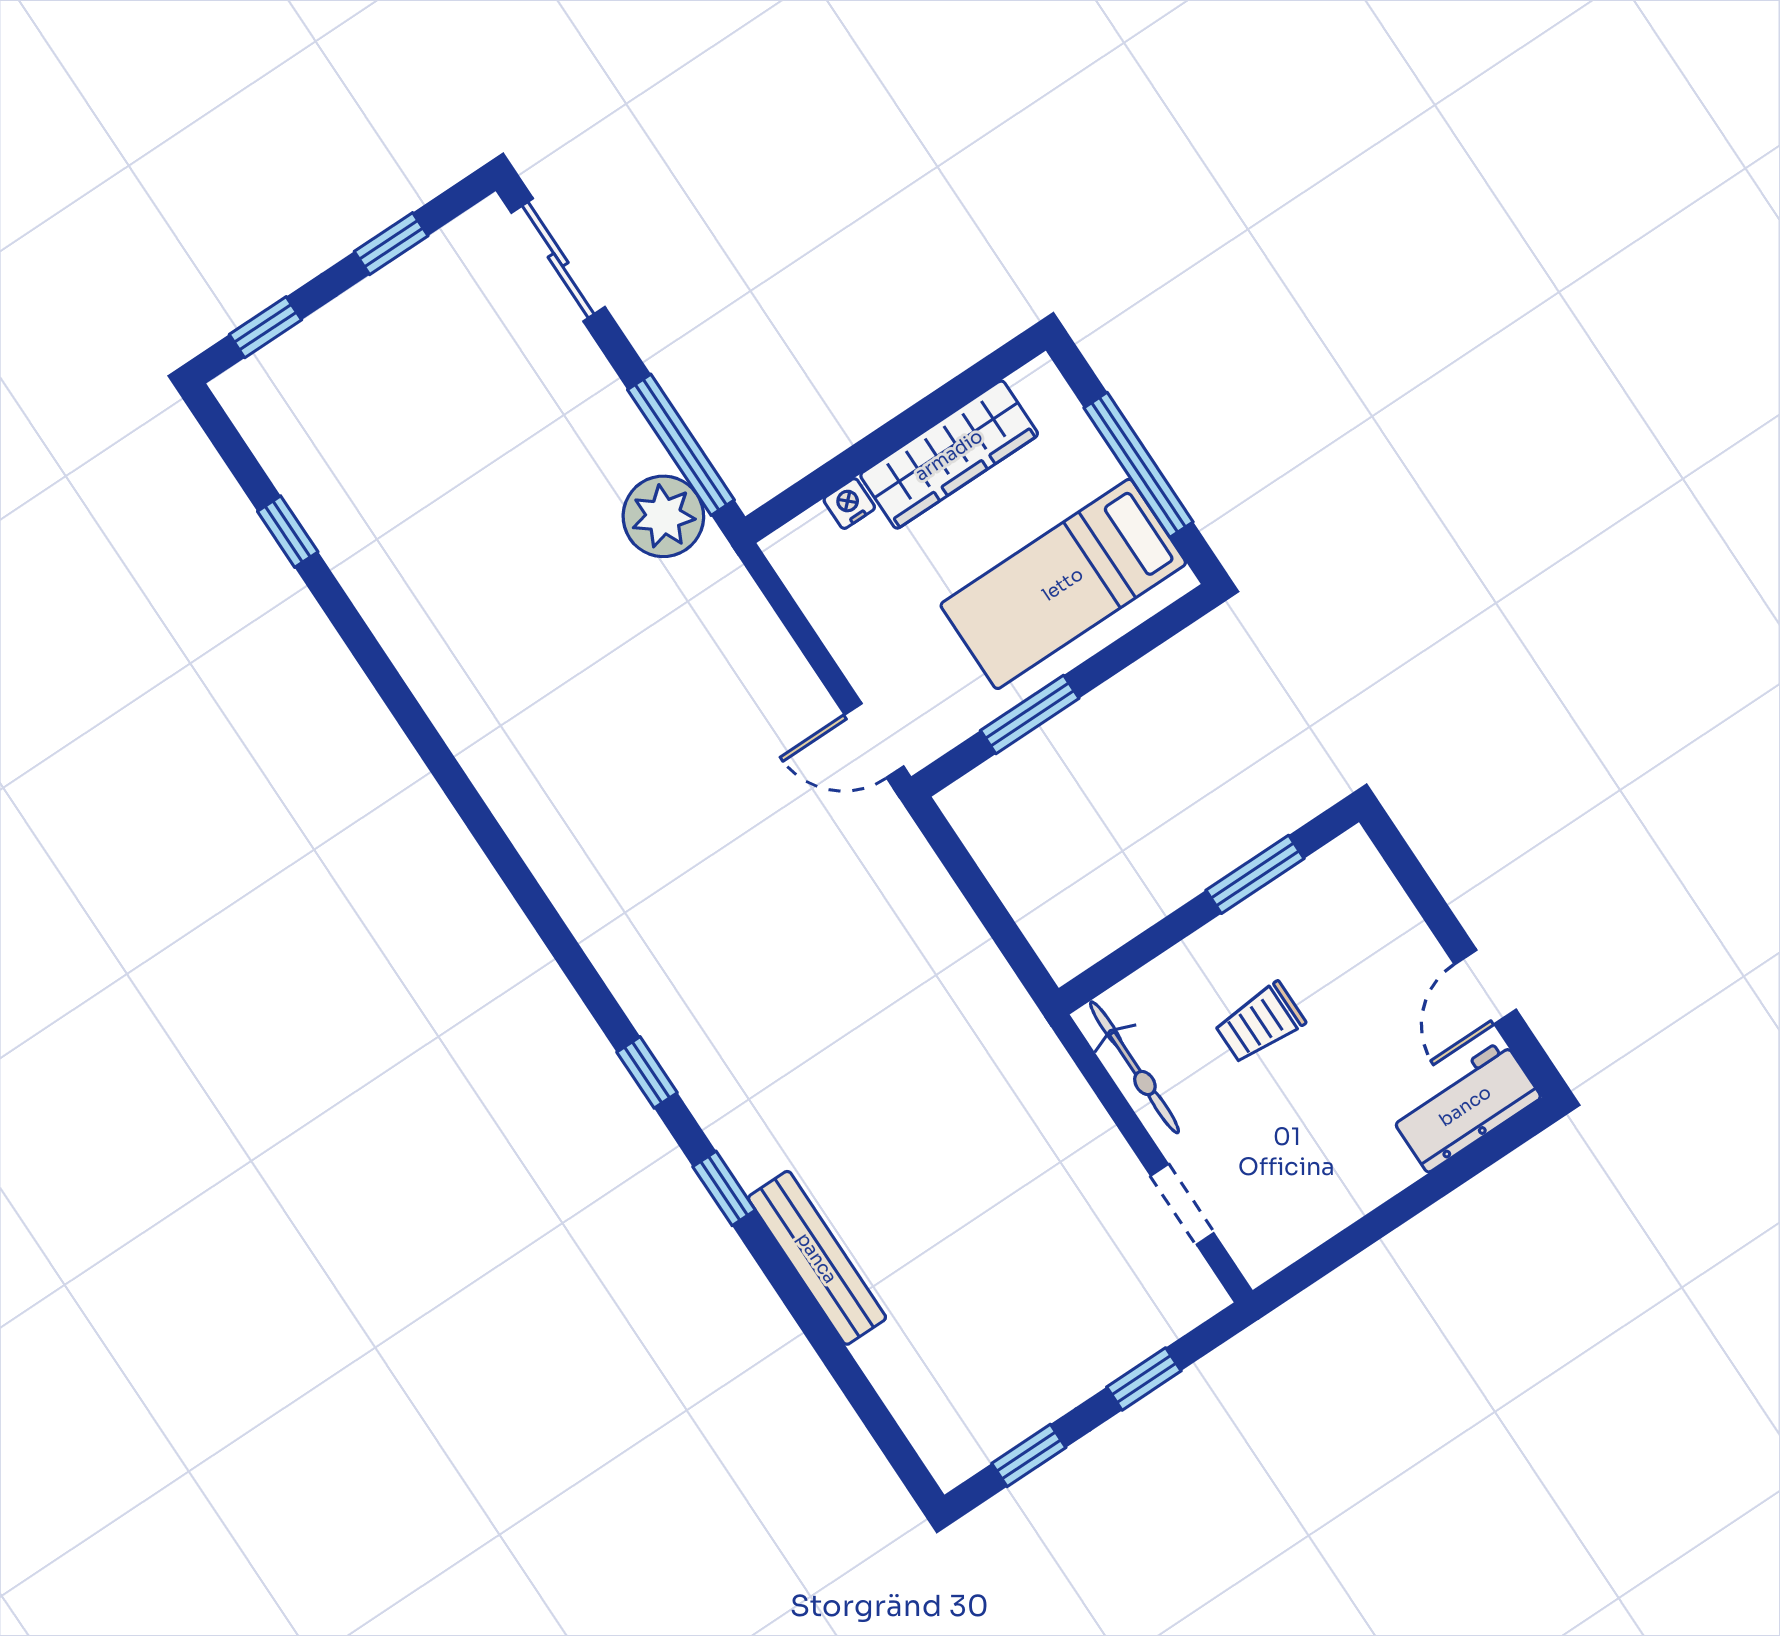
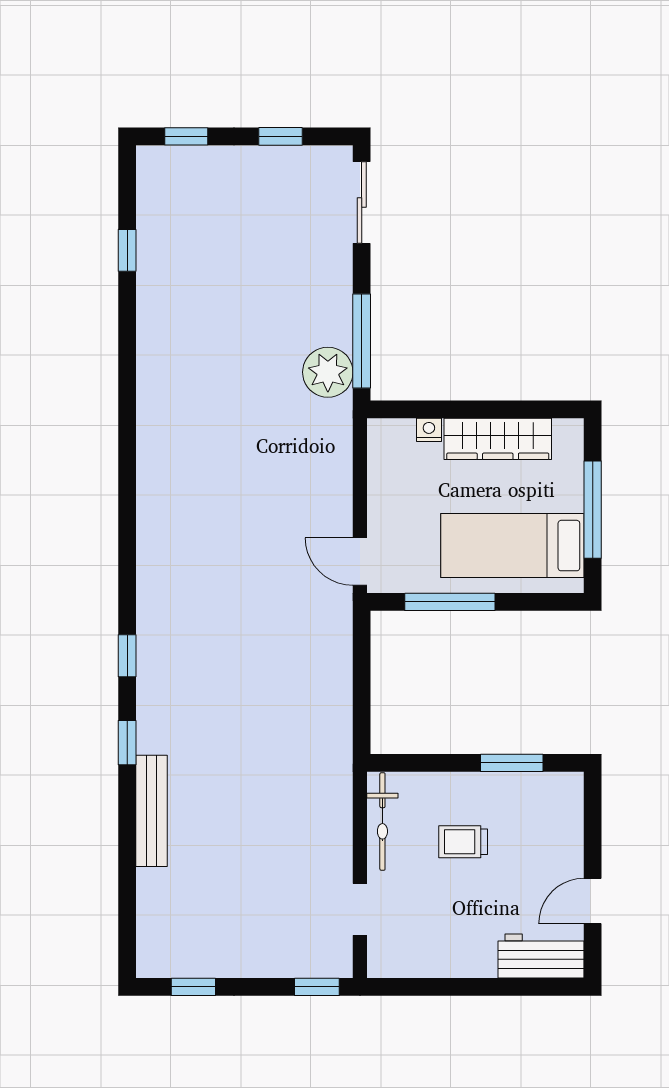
window: (1030, 714) -> (450, 602), width x1.44
window: (1144, 1379) -> (317, 987), moved

